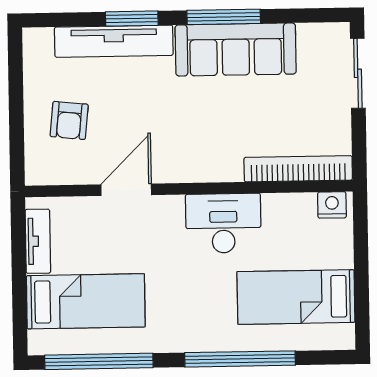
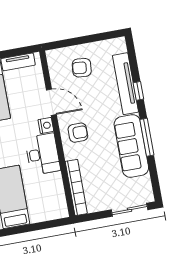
window: (132, 19) -> (138, 91), width x0.67
armchair: (193, 148) -> (78, 133), added
nightstand: (332, 205) -> (46, 125), moved

